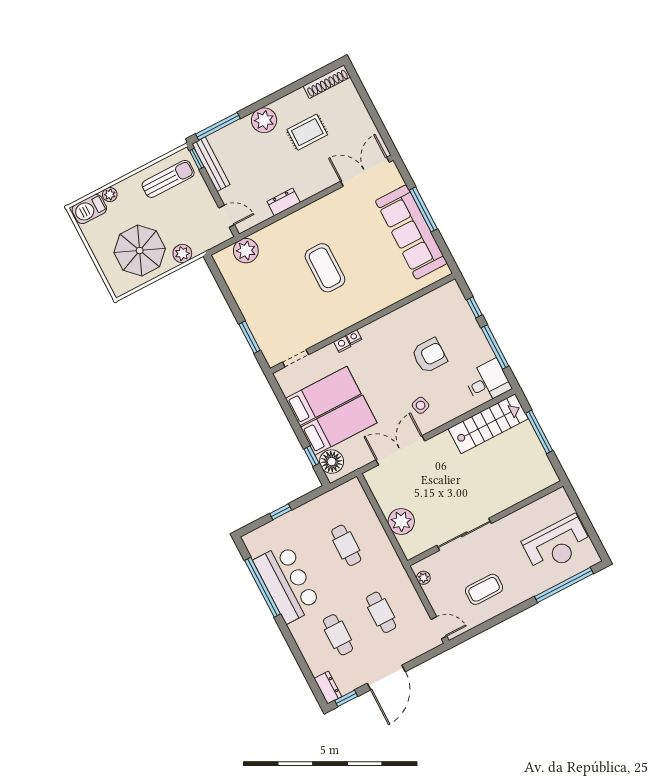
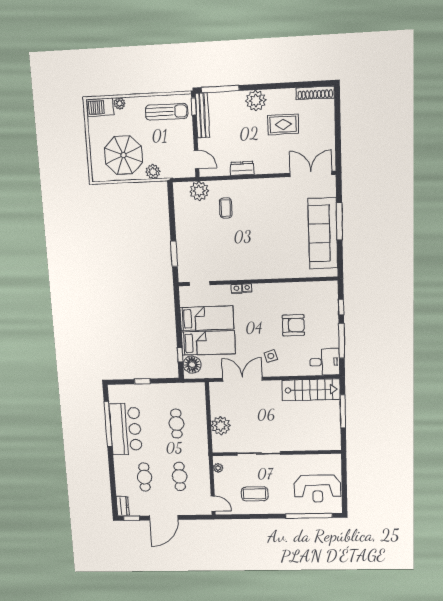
coffee table: (325, 268) -> (226, 208), moved, width x0.54, depth x0.58

